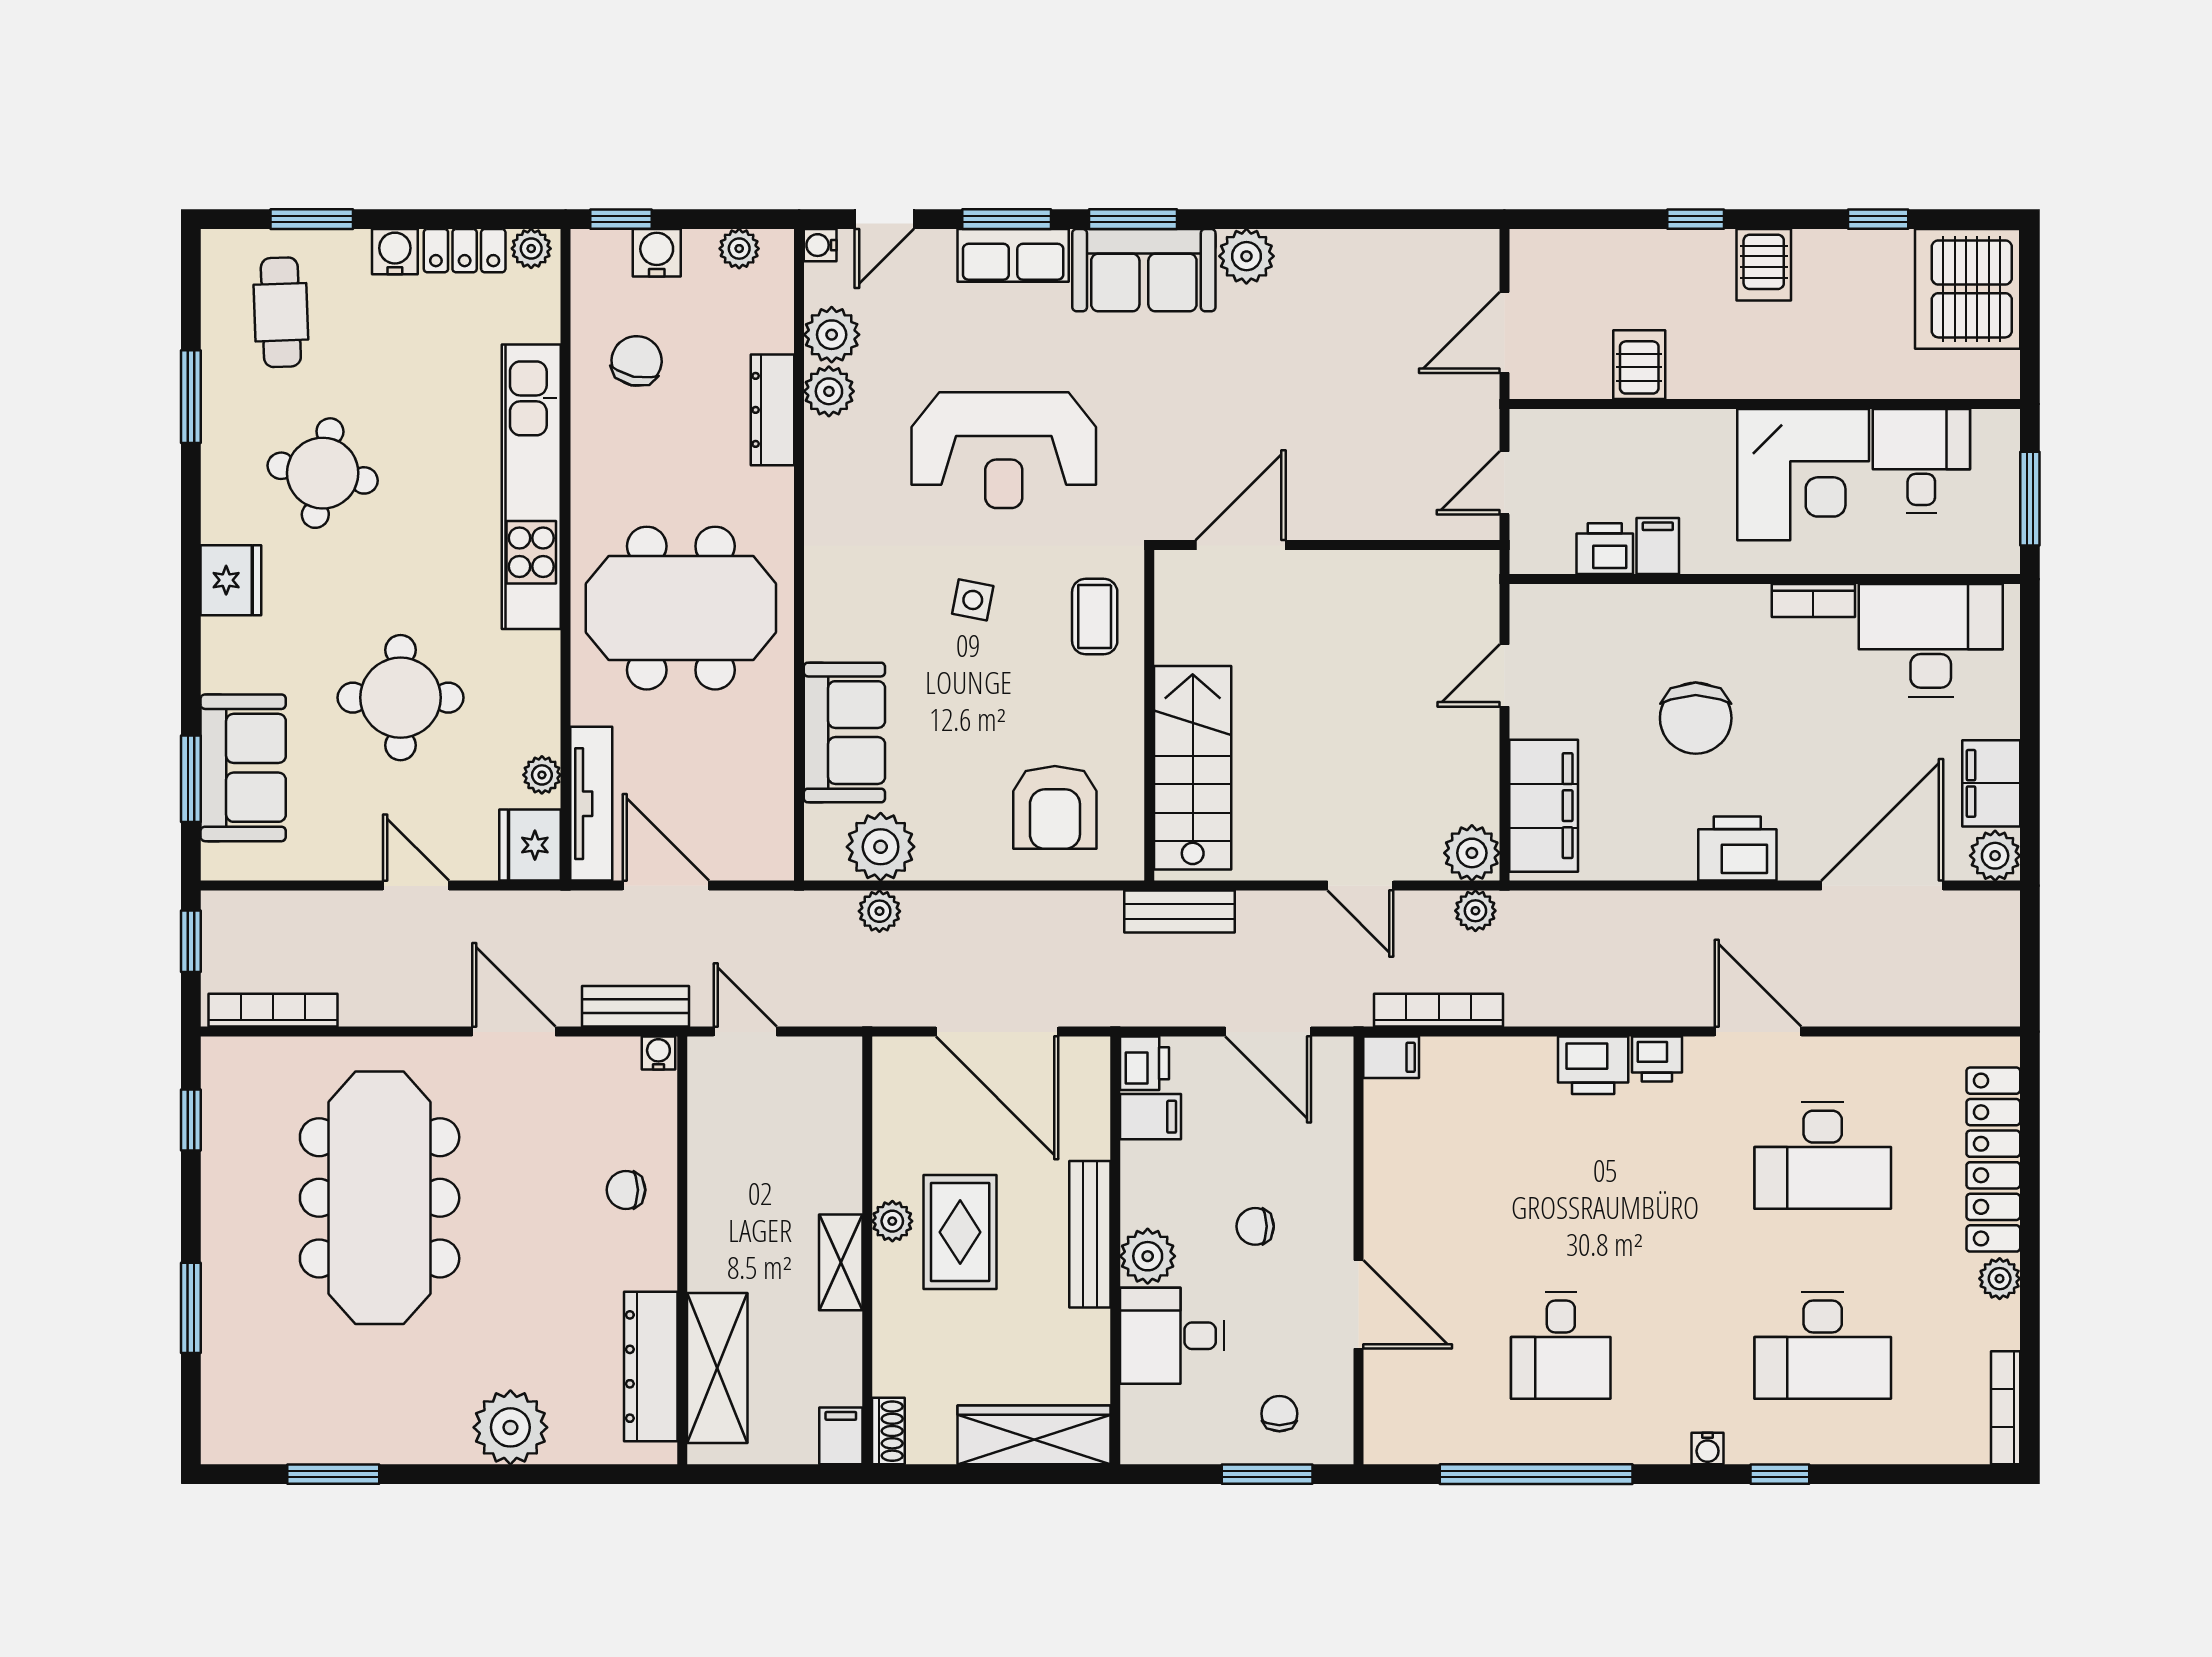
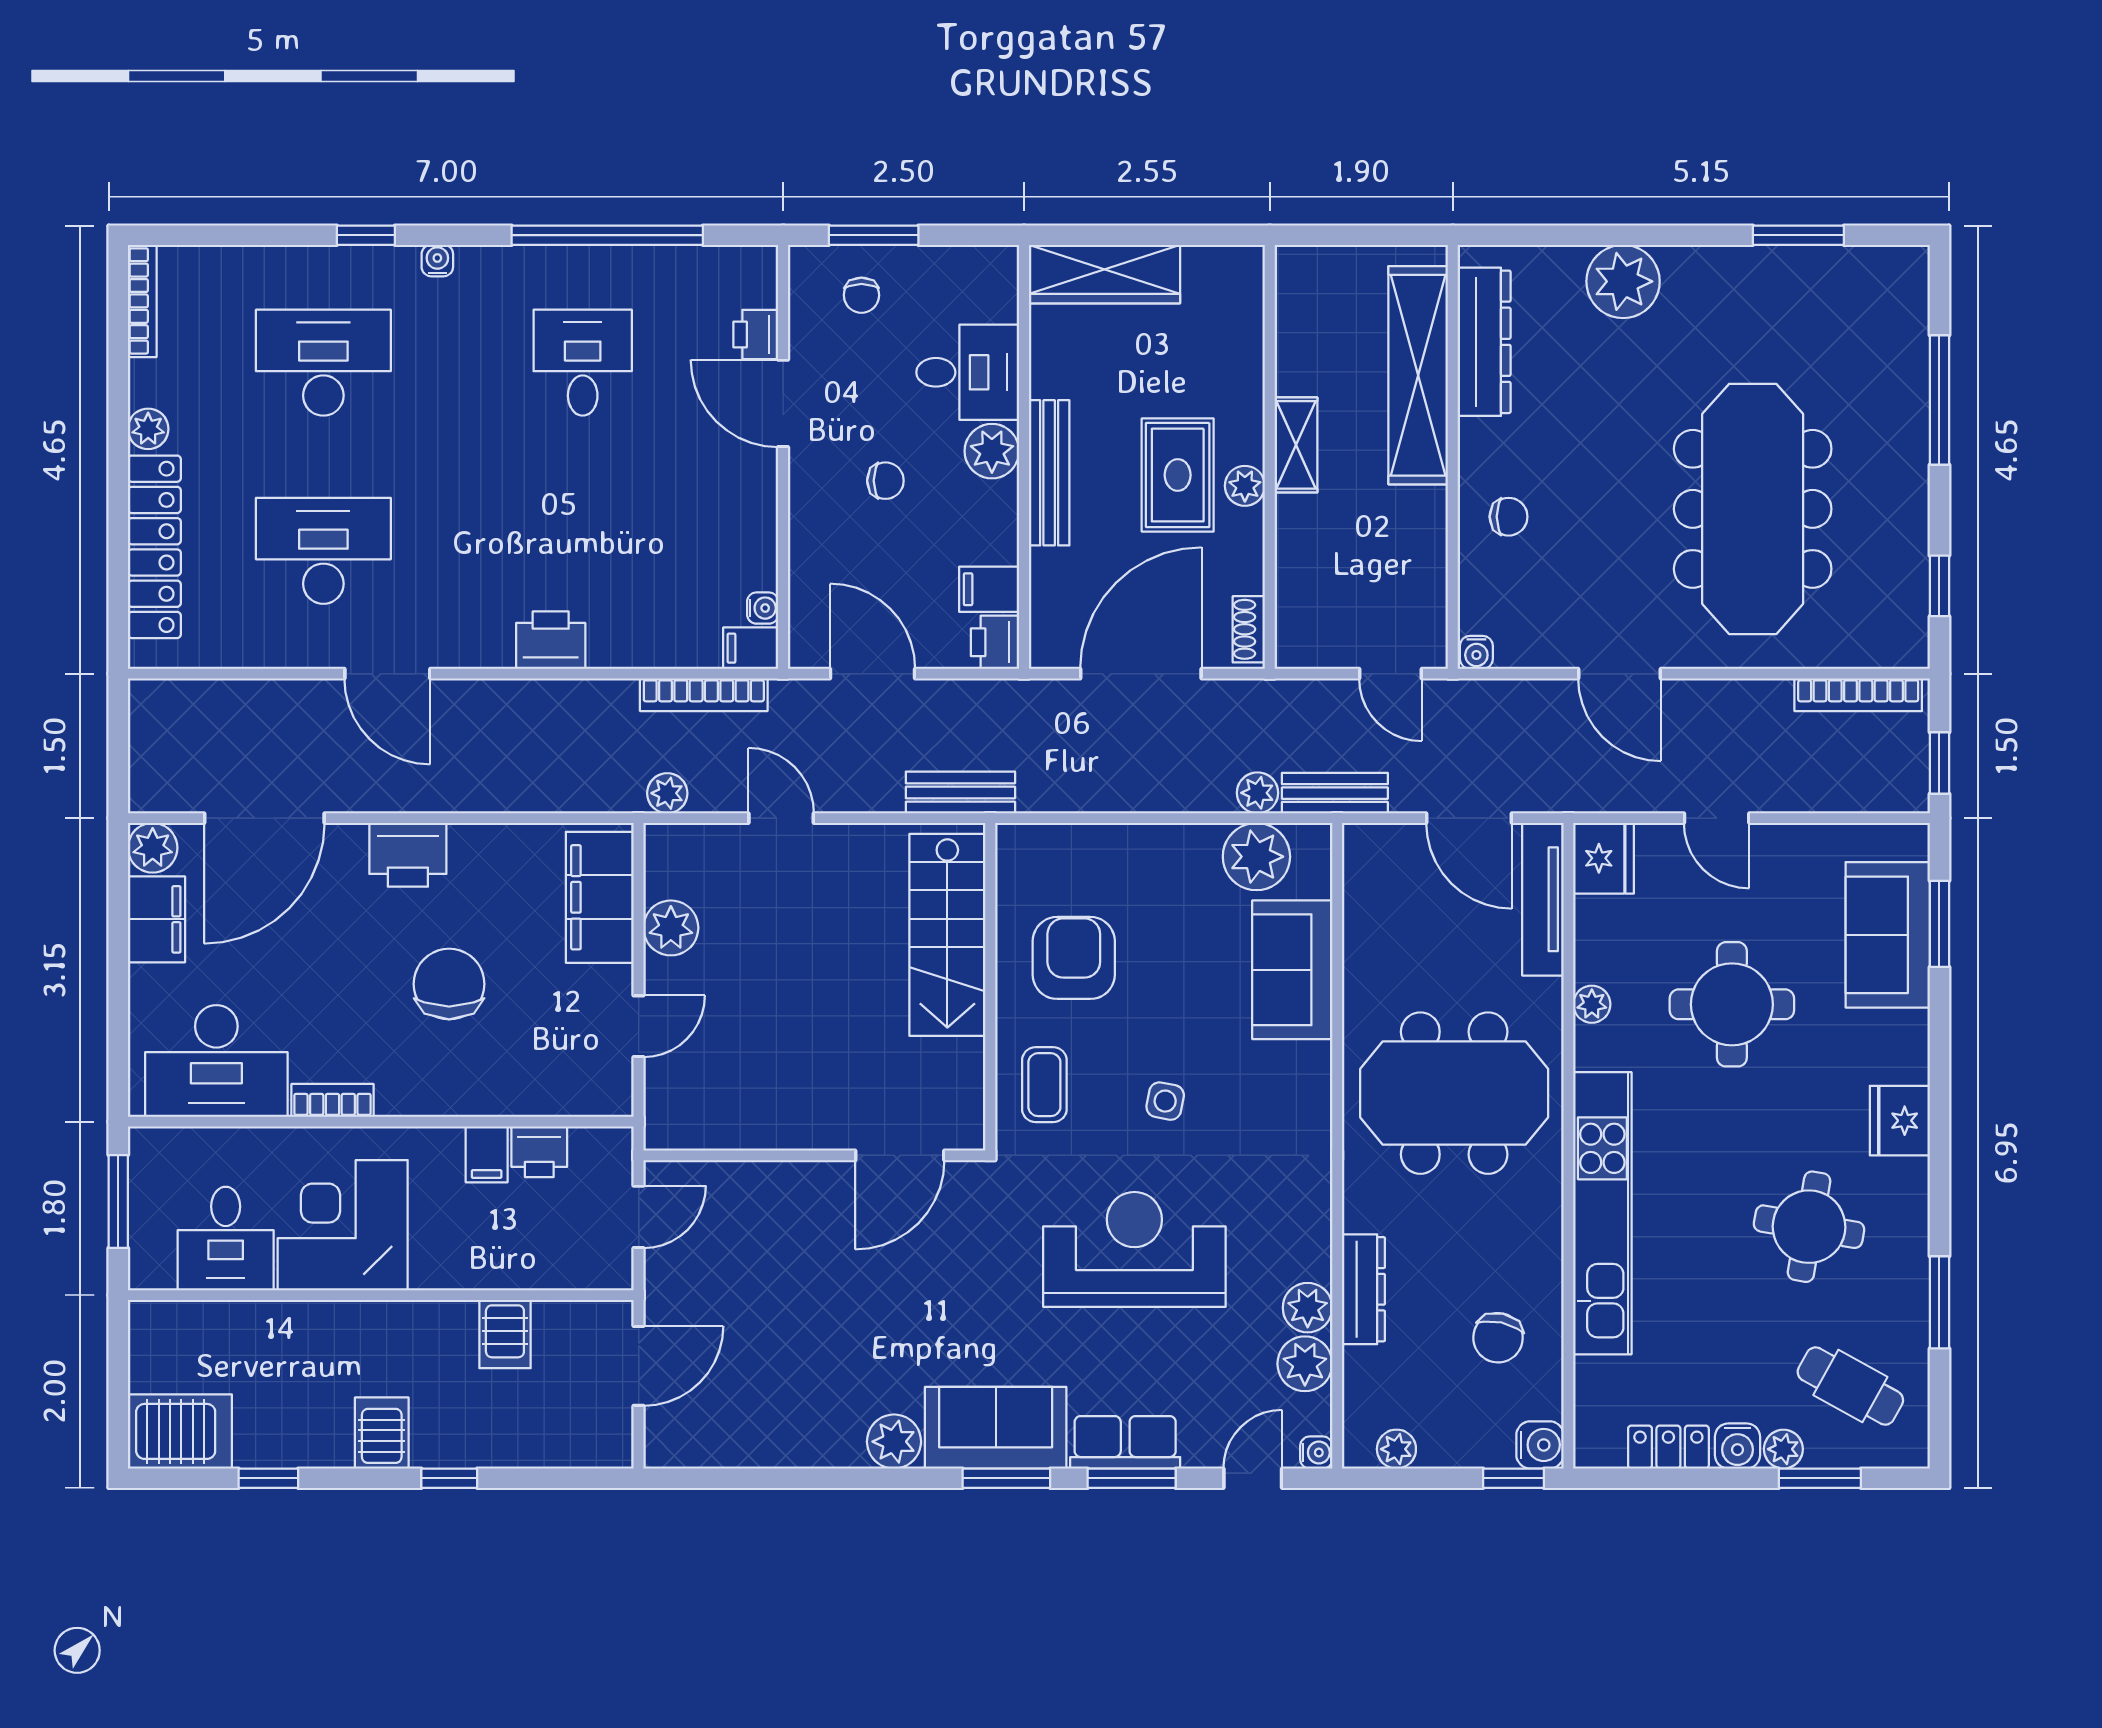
plant: (531, 249) -> (1783, 1449), moved
water cooler: (657, 253) -> (1540, 1445), moved, turned -90
server rack: (1968, 289) -> (180, 1431), width x0.62
cafe table: (281, 312) -> (1850, 1386), turned -59
plant: (542, 775) -> (1592, 1004), moved
armchair: (1055, 807) -> (1074, 958), moved
plant: (1472, 853) -> (671, 928), moved
bench: (636, 1006) -> (1335, 793), moved
door: (997, 1032) -> (1141, 674), hinge flipped
printer: (1657, 1059) -> (756, 334), moved, turned -90
water cooler: (1379, 1098) -> (763, 608), added
window: (191, 1308) -> (1939, 400), width x1.44
shelving: (717, 1368) -> (1418, 375), width x1.47
shoe rack: (888, 1431) -> (1249, 629), moved
filing cabinet: (841, 1436) -> (1296, 273), removed

